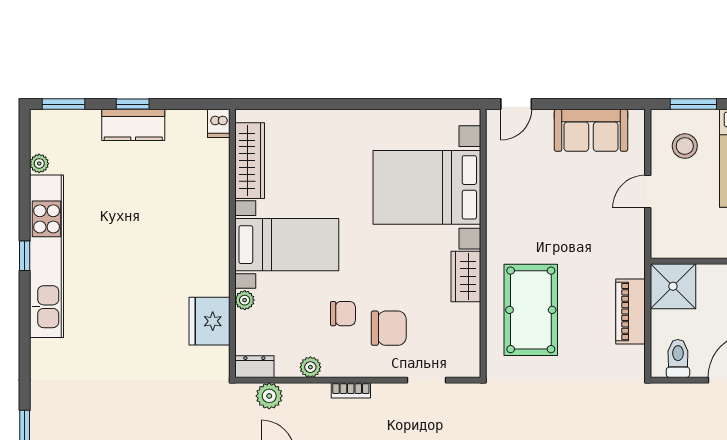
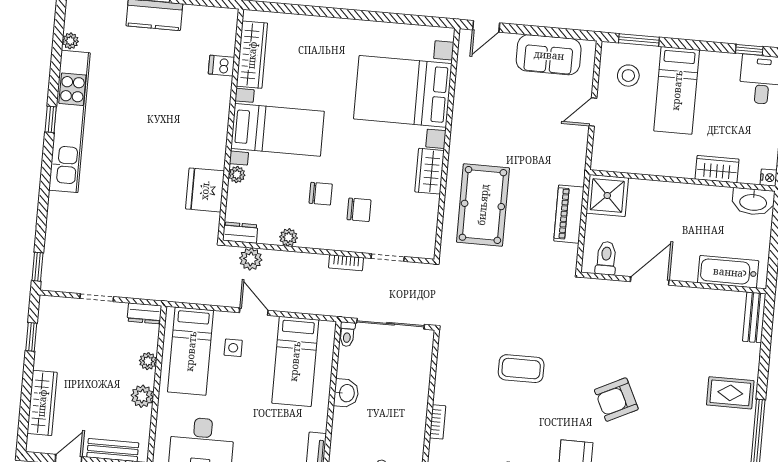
dishwasher: (219, 123) -> (221, 66), moved, turned 90
chair: (389, 328) -> (359, 210), width x0.73, depth x0.73
bookcase: (351, 390) -> (346, 263), moved

